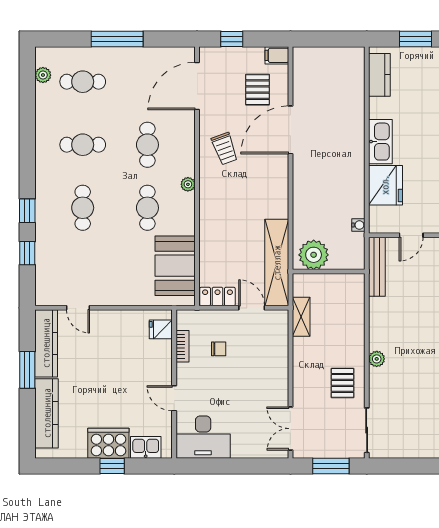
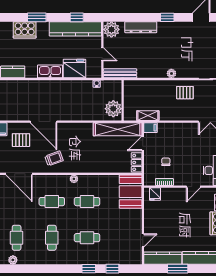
booth: (175, 266) -> (131, 192), moved, turned 90
filing cabinet: (280, 321) -> (151, 128), added

